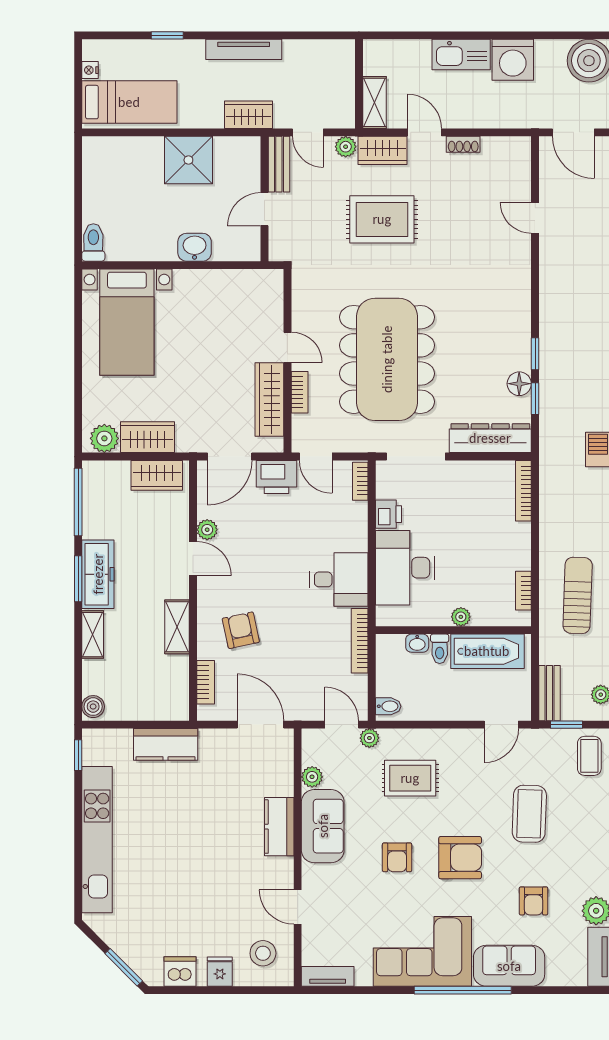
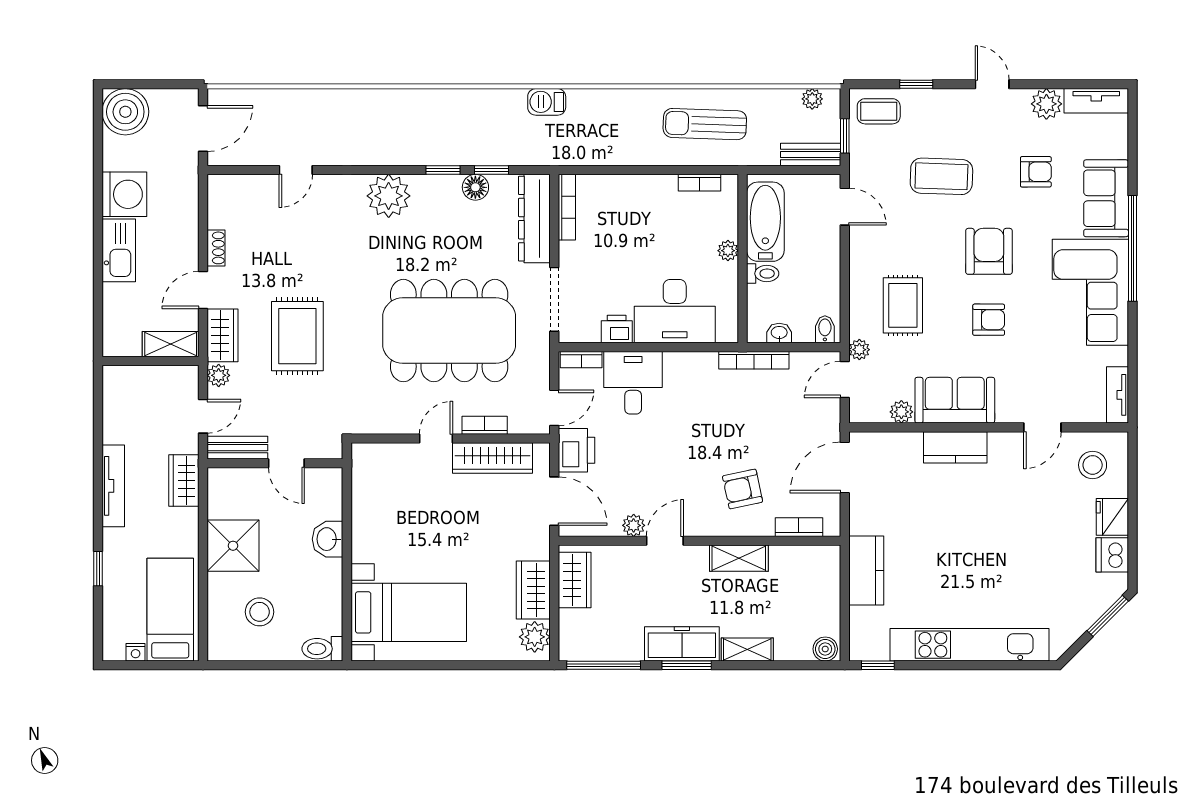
stool: (127, 185) -> (260, 612), added
plant: (511, 304) -> (389, 196), added
bookcase: (523, 491) -> (567, 207), moved, turned -90
desk: (339, 579) -> (633, 383), moved
washbasin: (417, 643) -> (779, 333), moved, turned -90
fridge: (220, 972) -> (1112, 517), width x1.38

